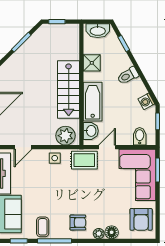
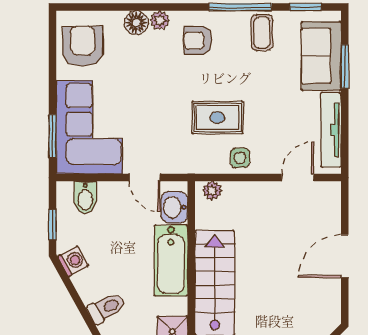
plant: (65, 136) -> (212, 191), width x0.53, depth x0.53
door: (107, 147) -> (145, 178), hinge flipped
rug: (84, 160) -> (217, 117), moved

